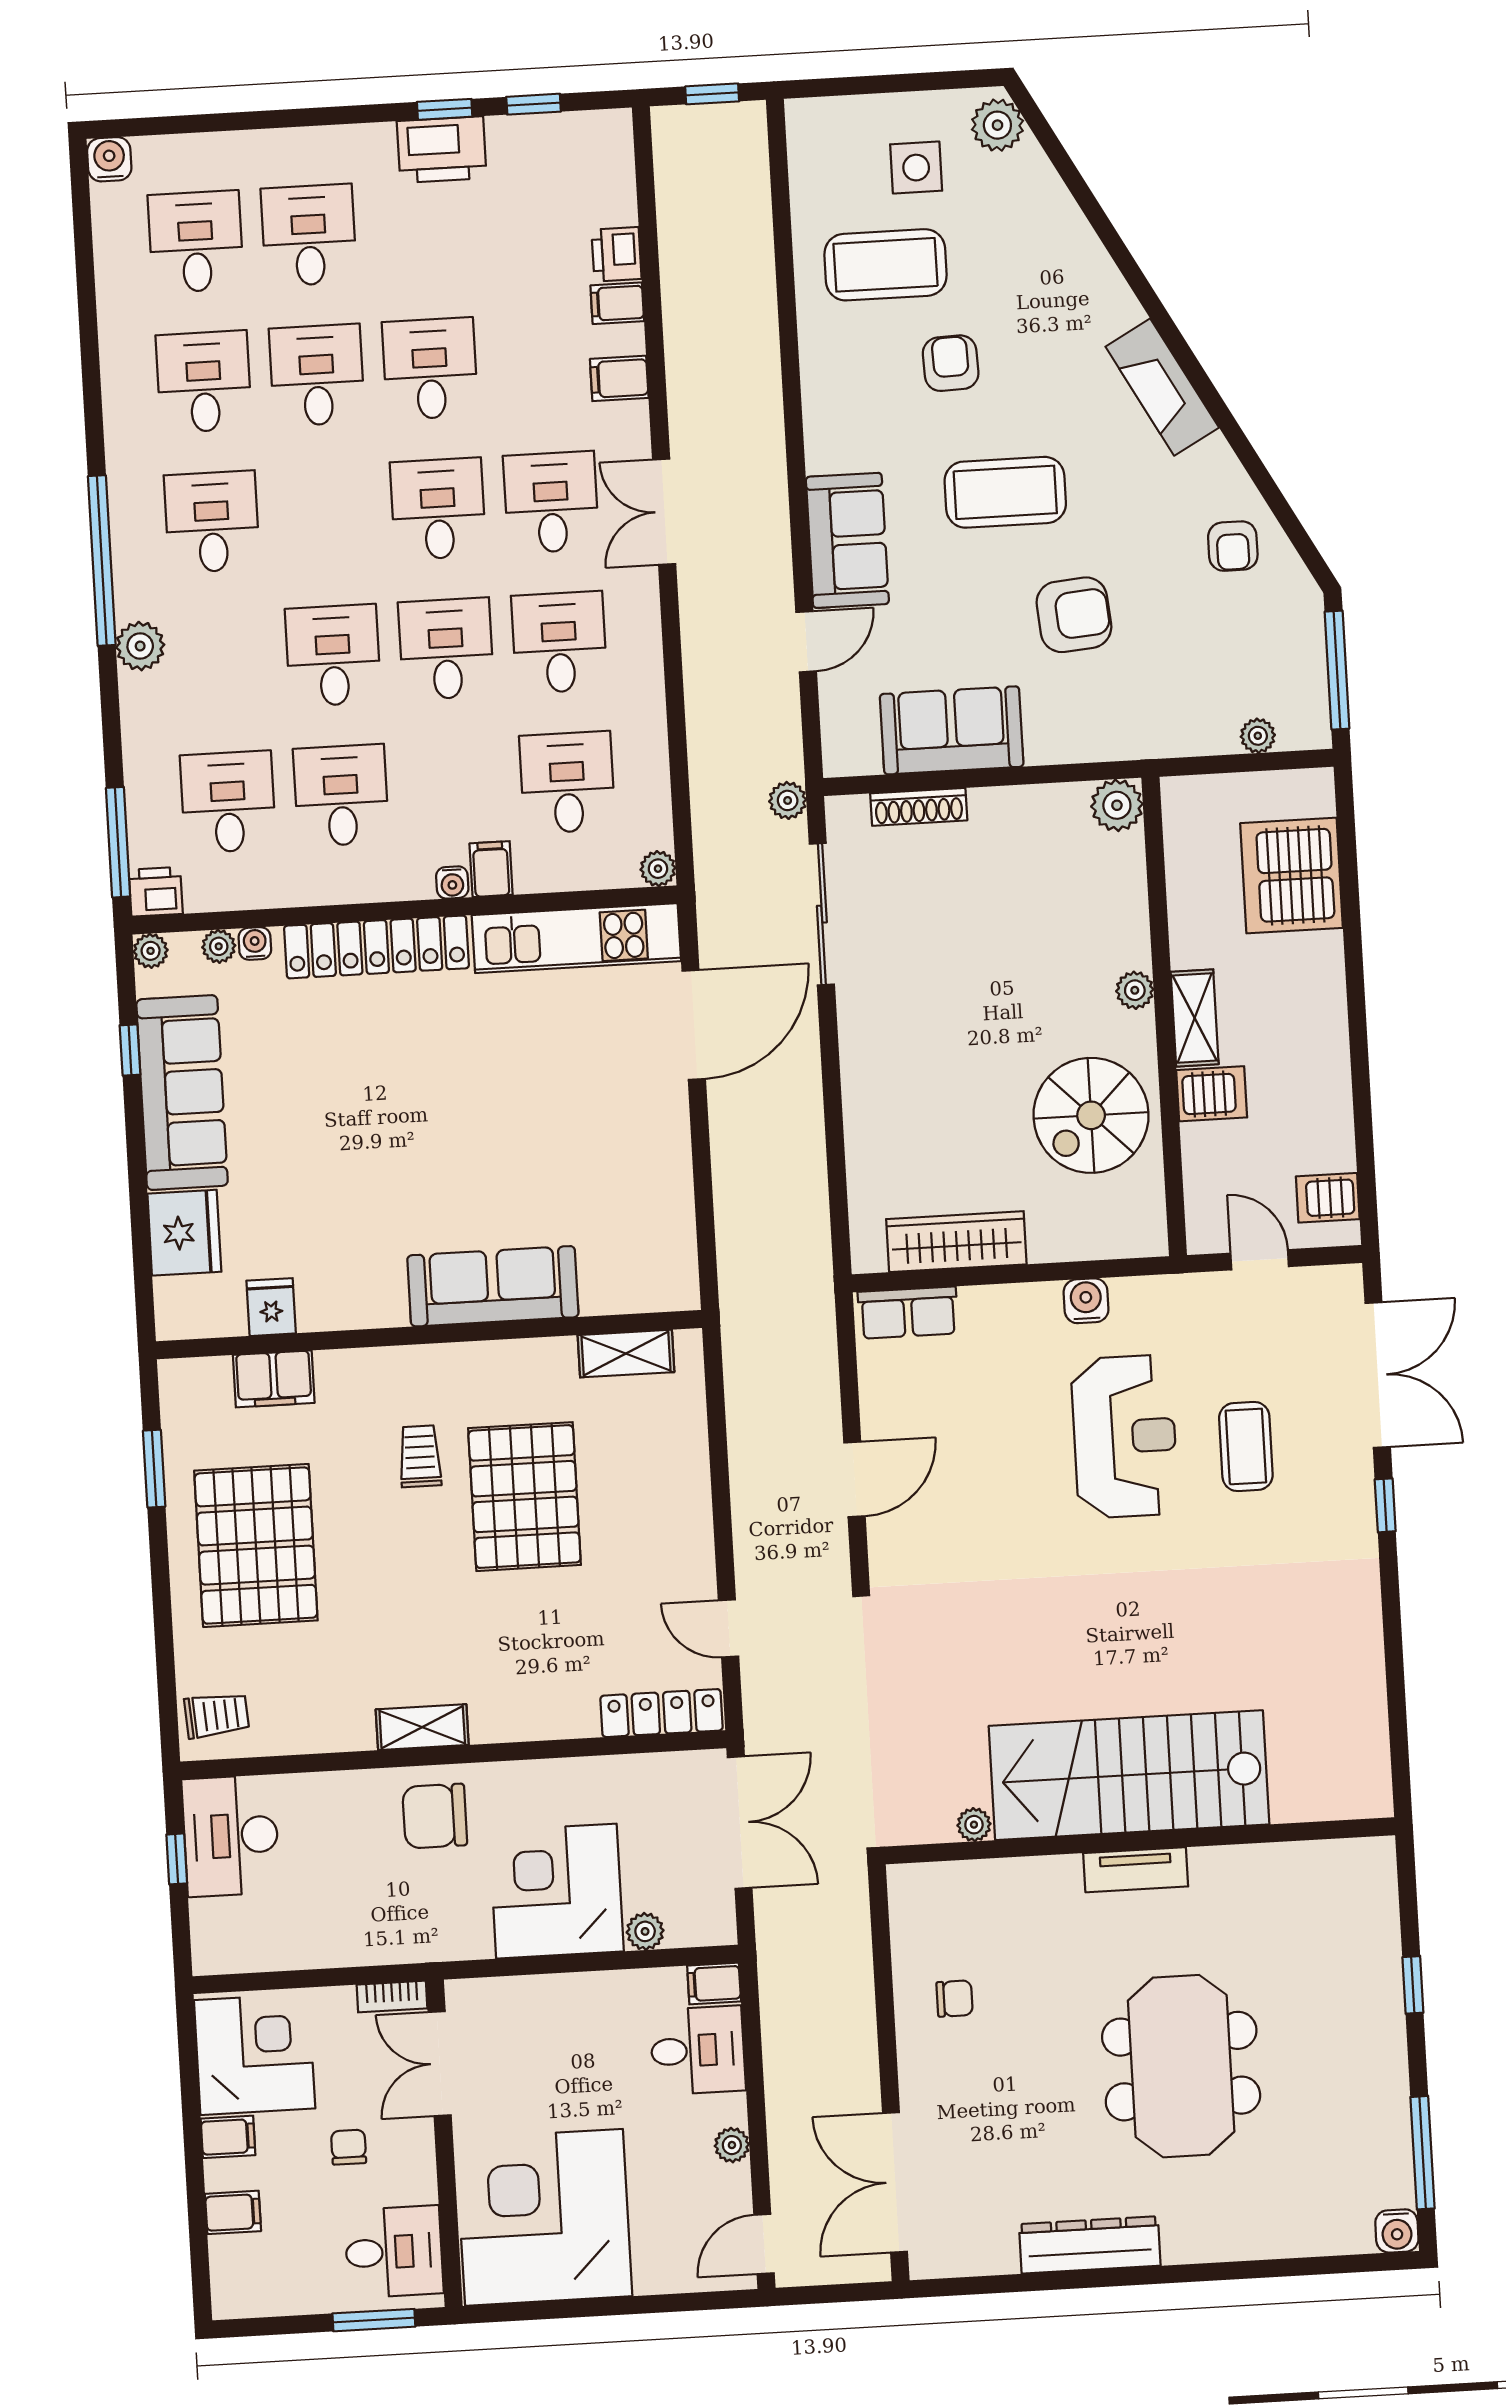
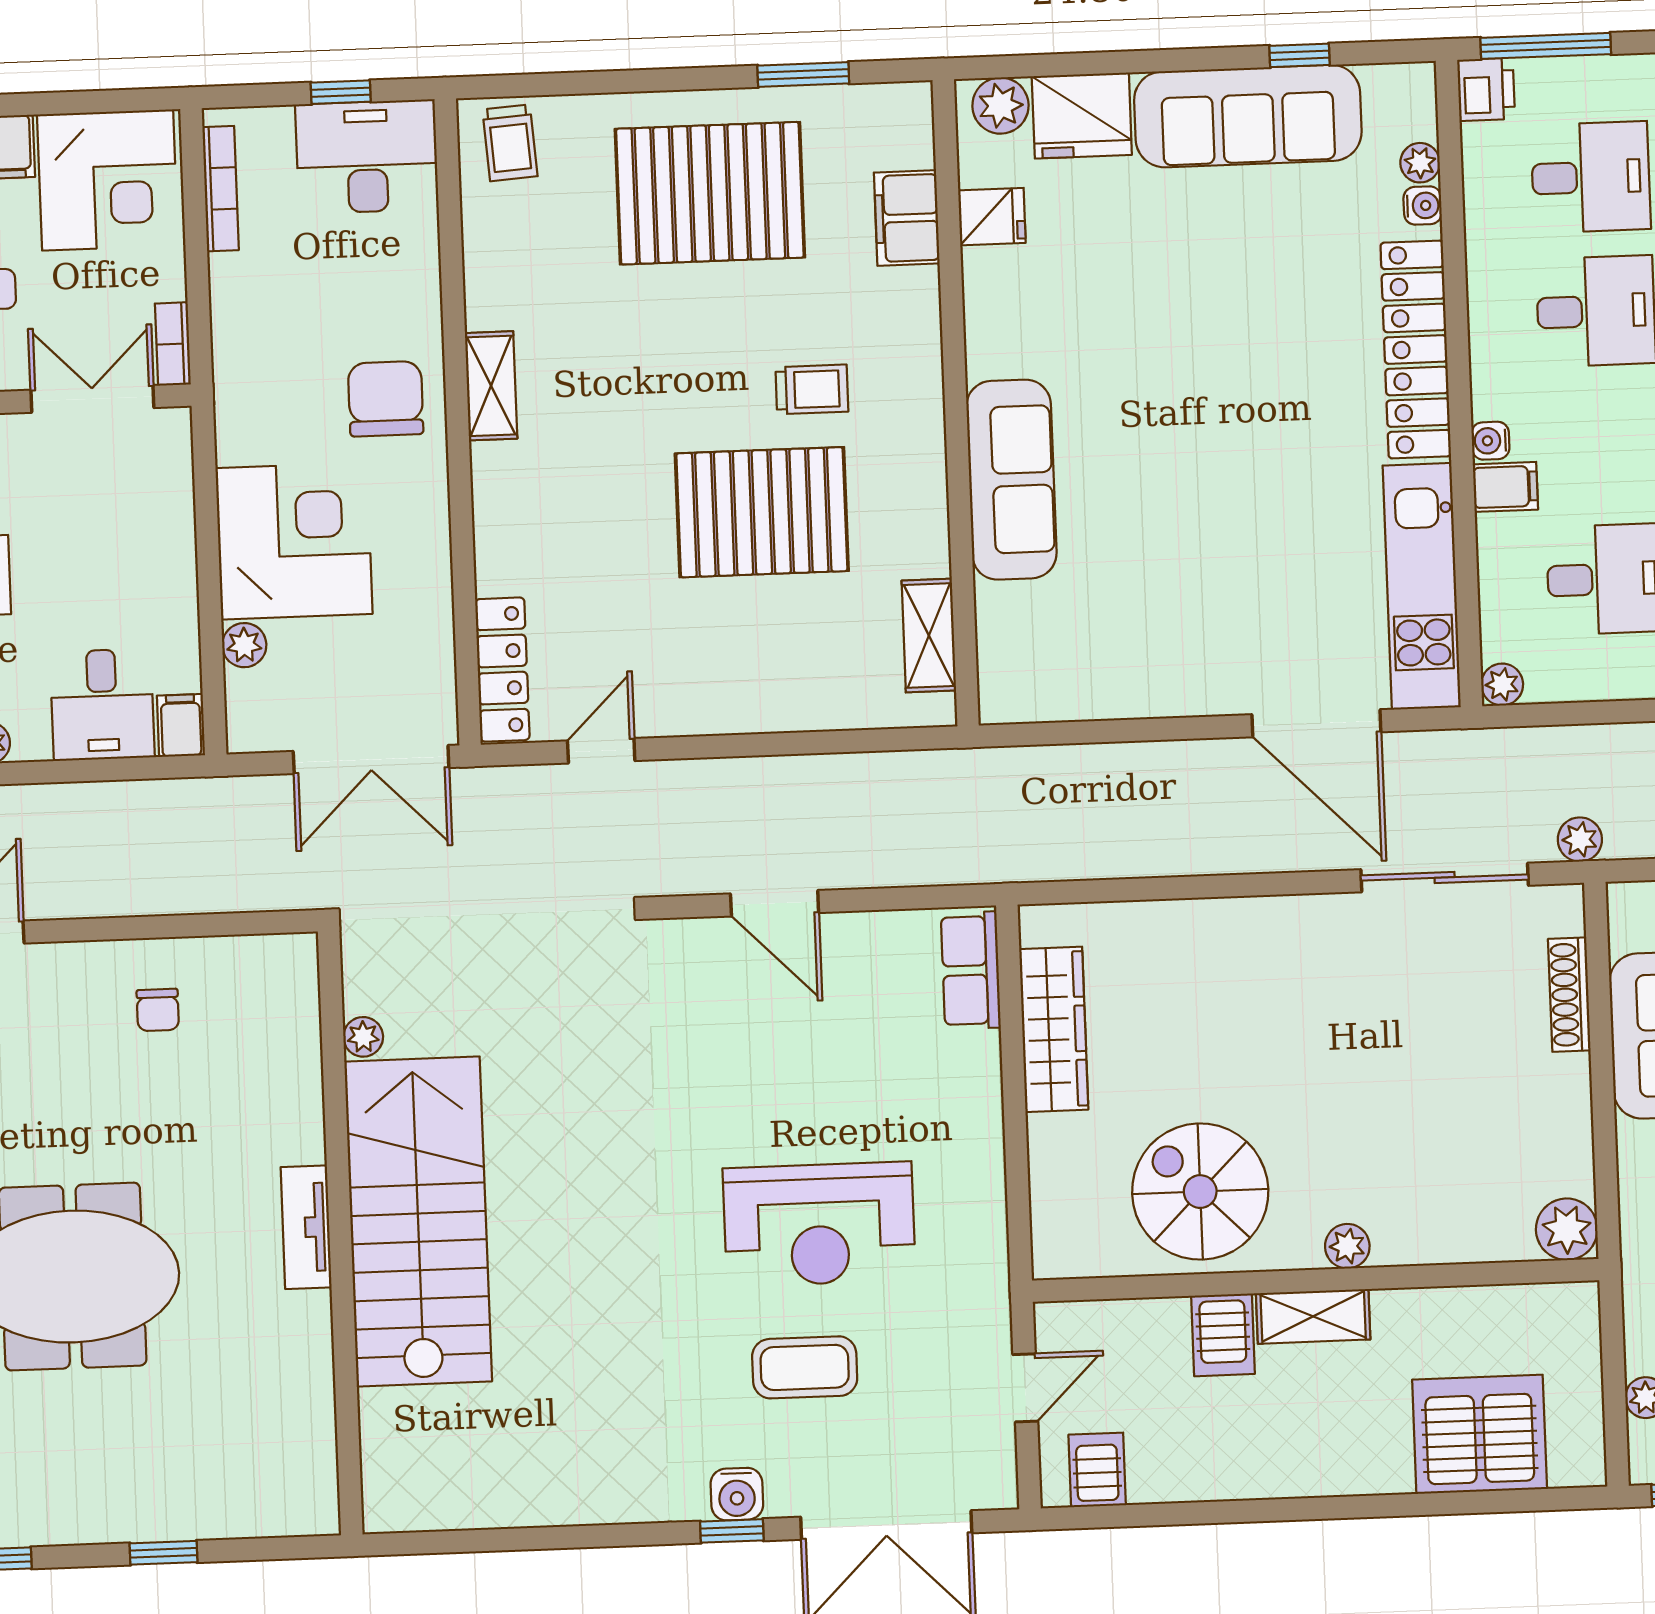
plant: (151, 951) -> (1000, 106), moved, width x1.38, depth x1.38
water cooler: (1086, 1301) -> (737, 1494), moved, turned 90
bookcase: (260, 1959) -> (221, 189), added

